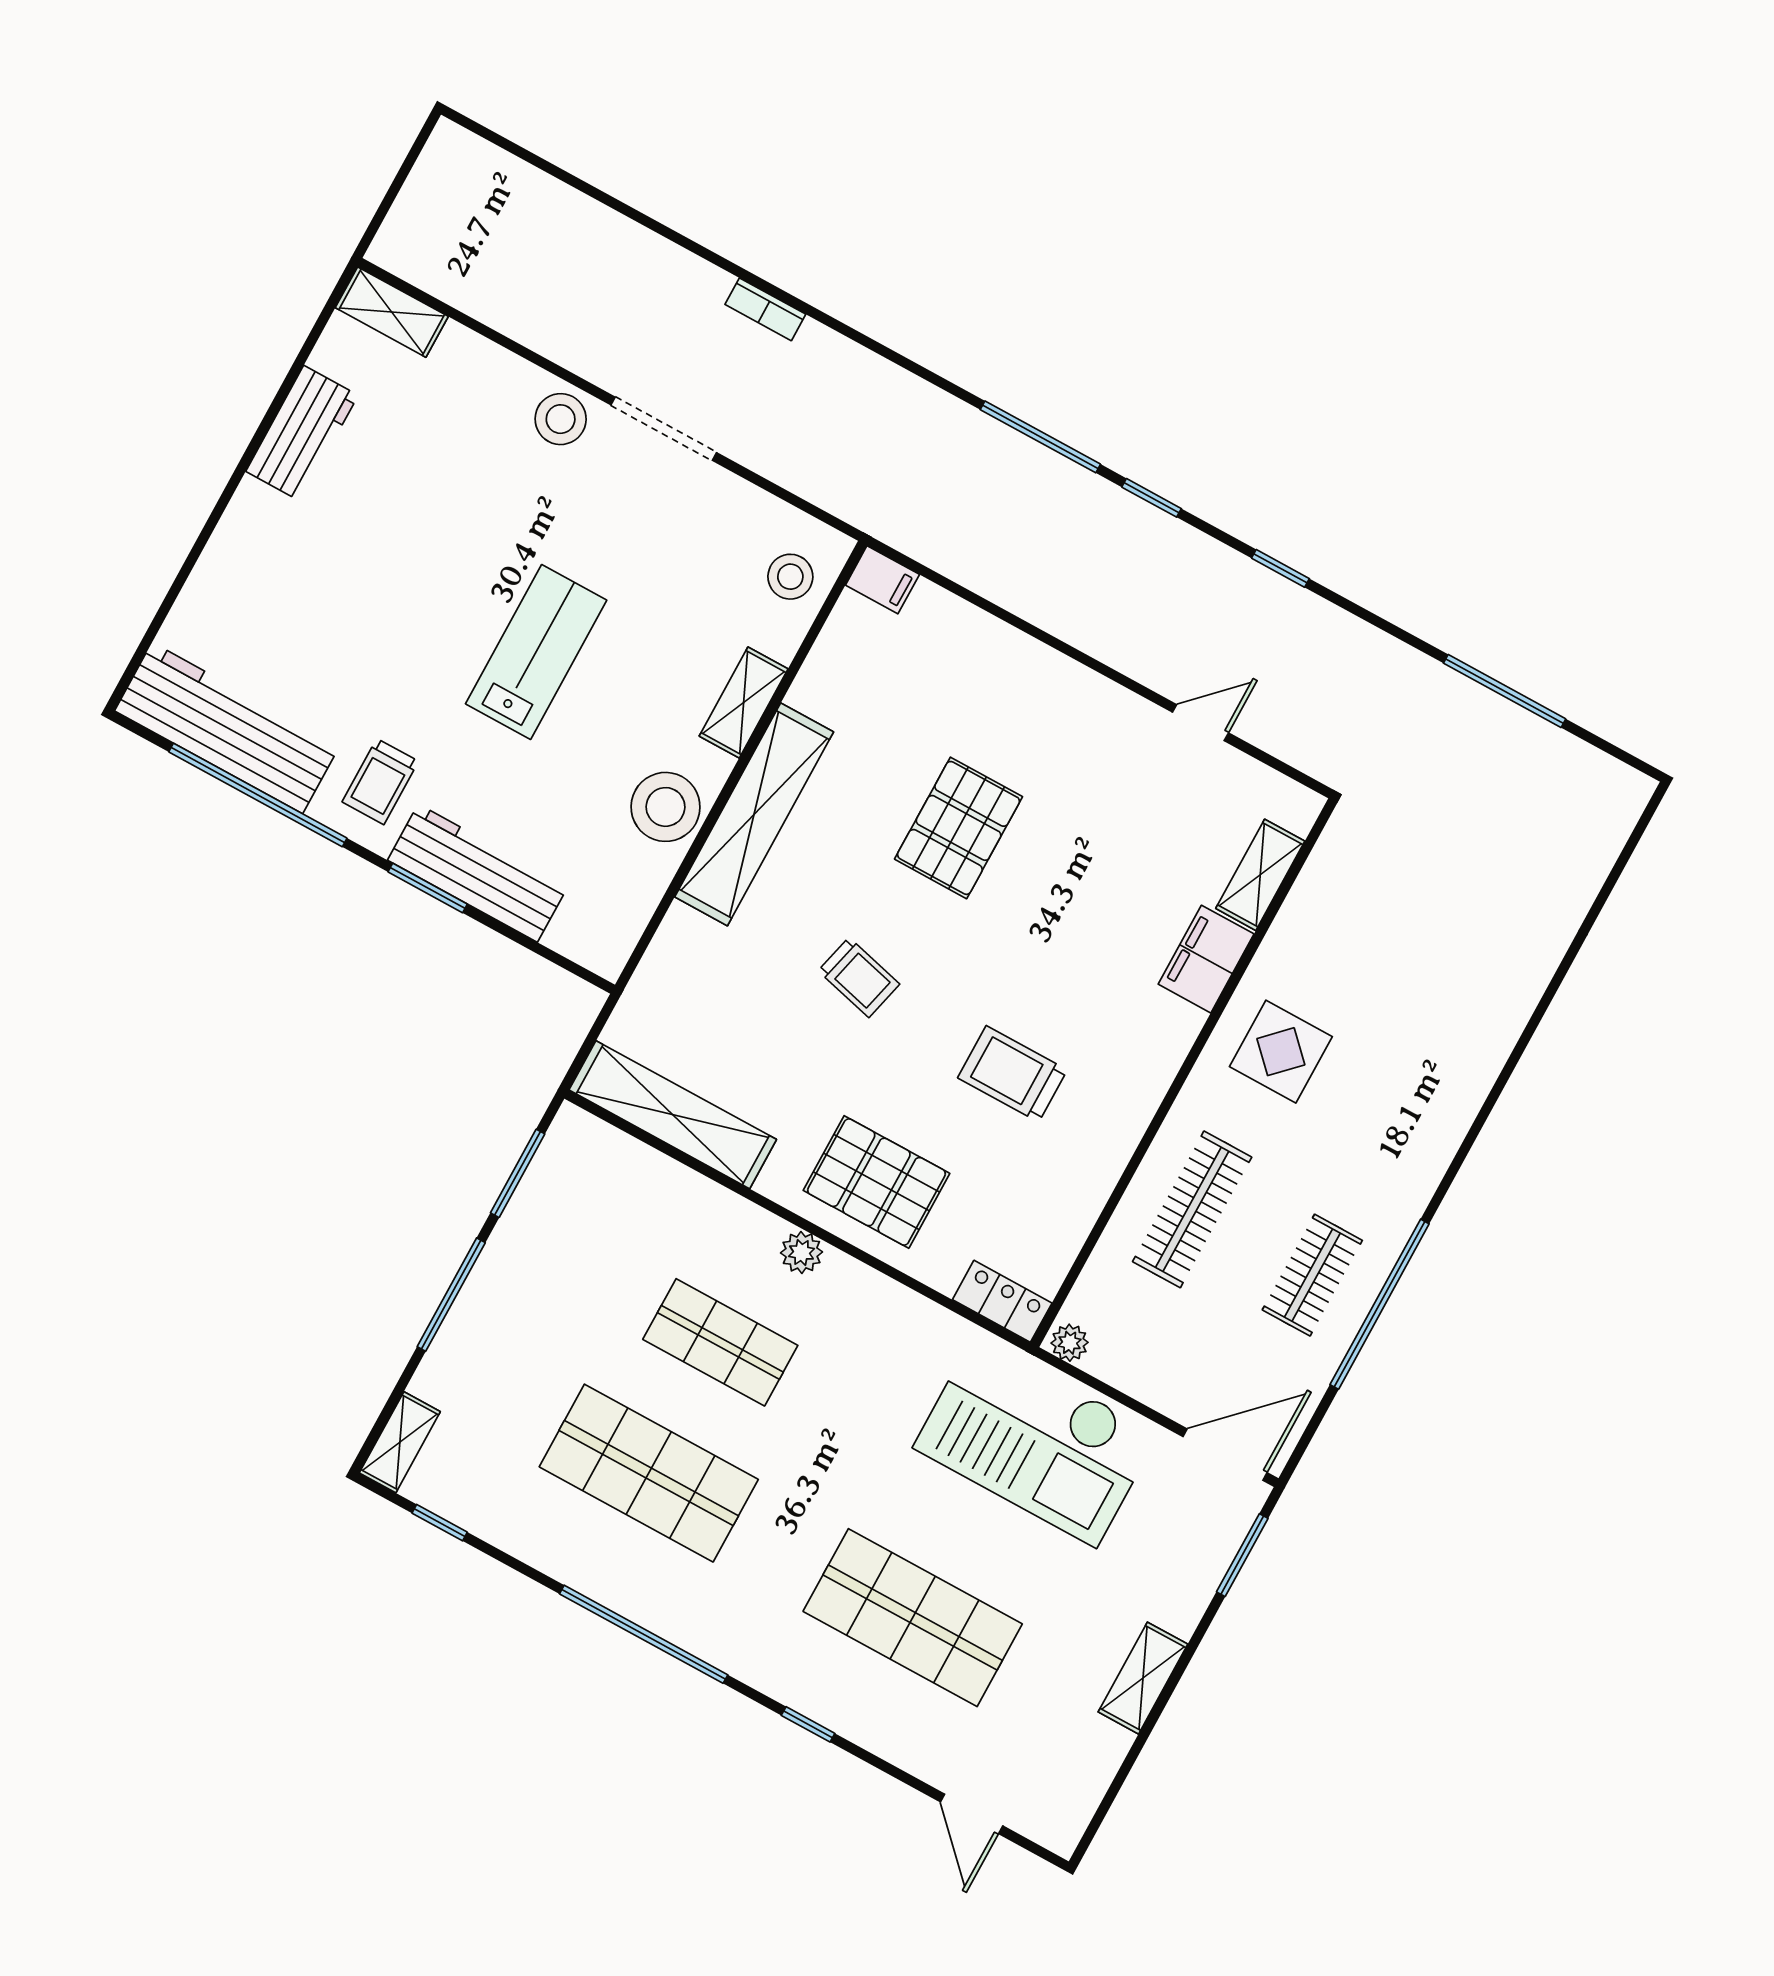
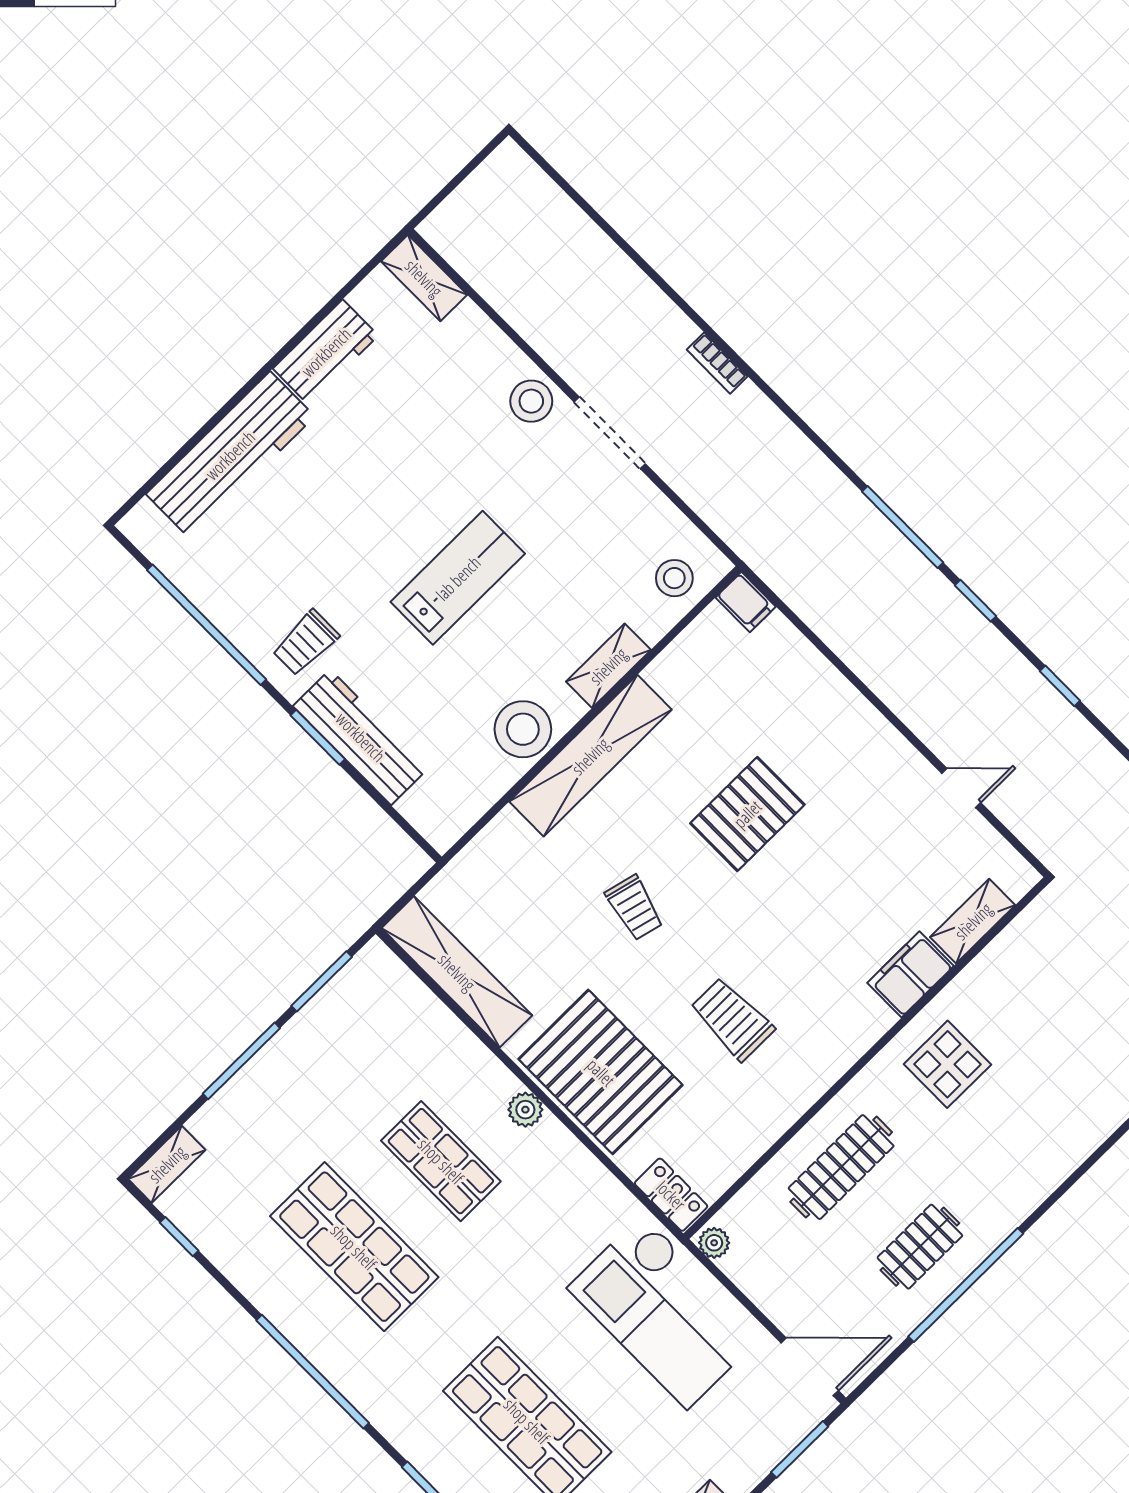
workbench: (227, 728) -> (230, 455), moved, turned 90
pallet: (876, 1182) -> (601, 1072), width x1.37, depth x1.41

